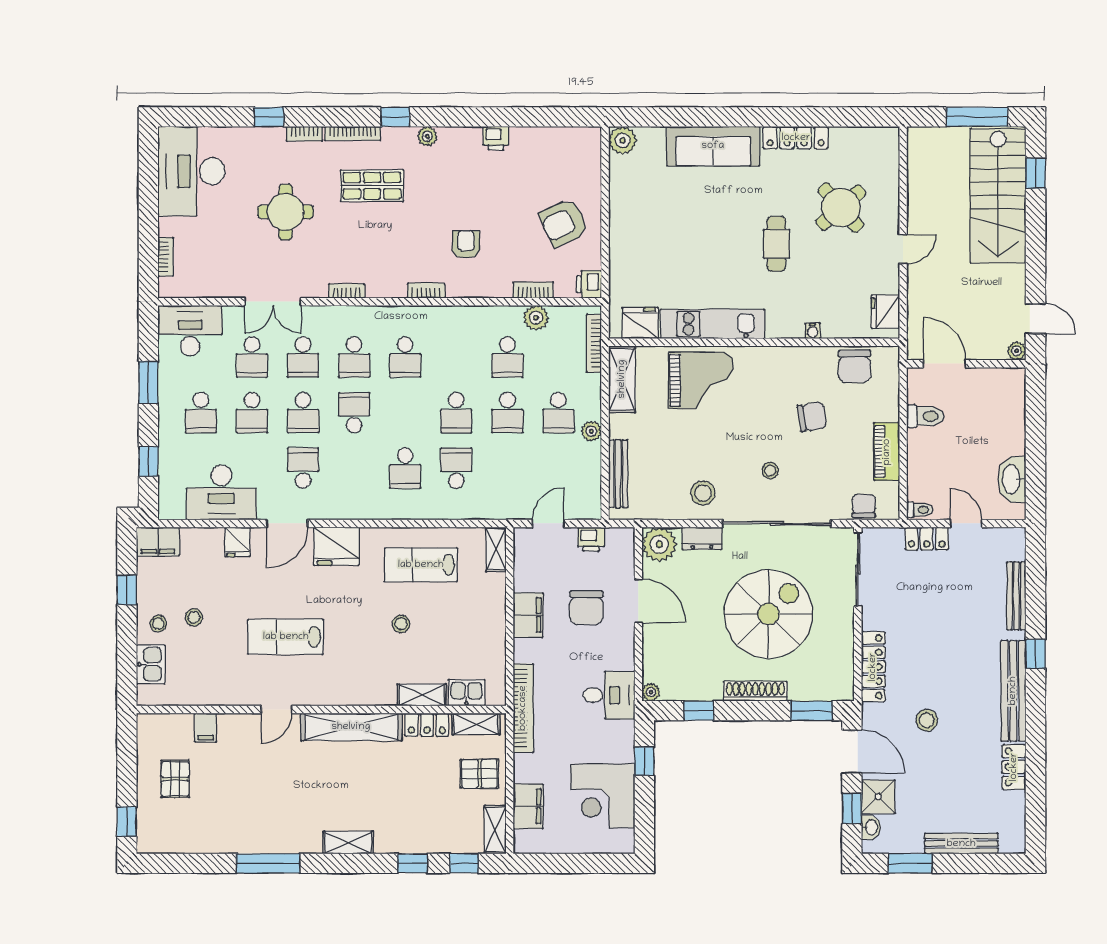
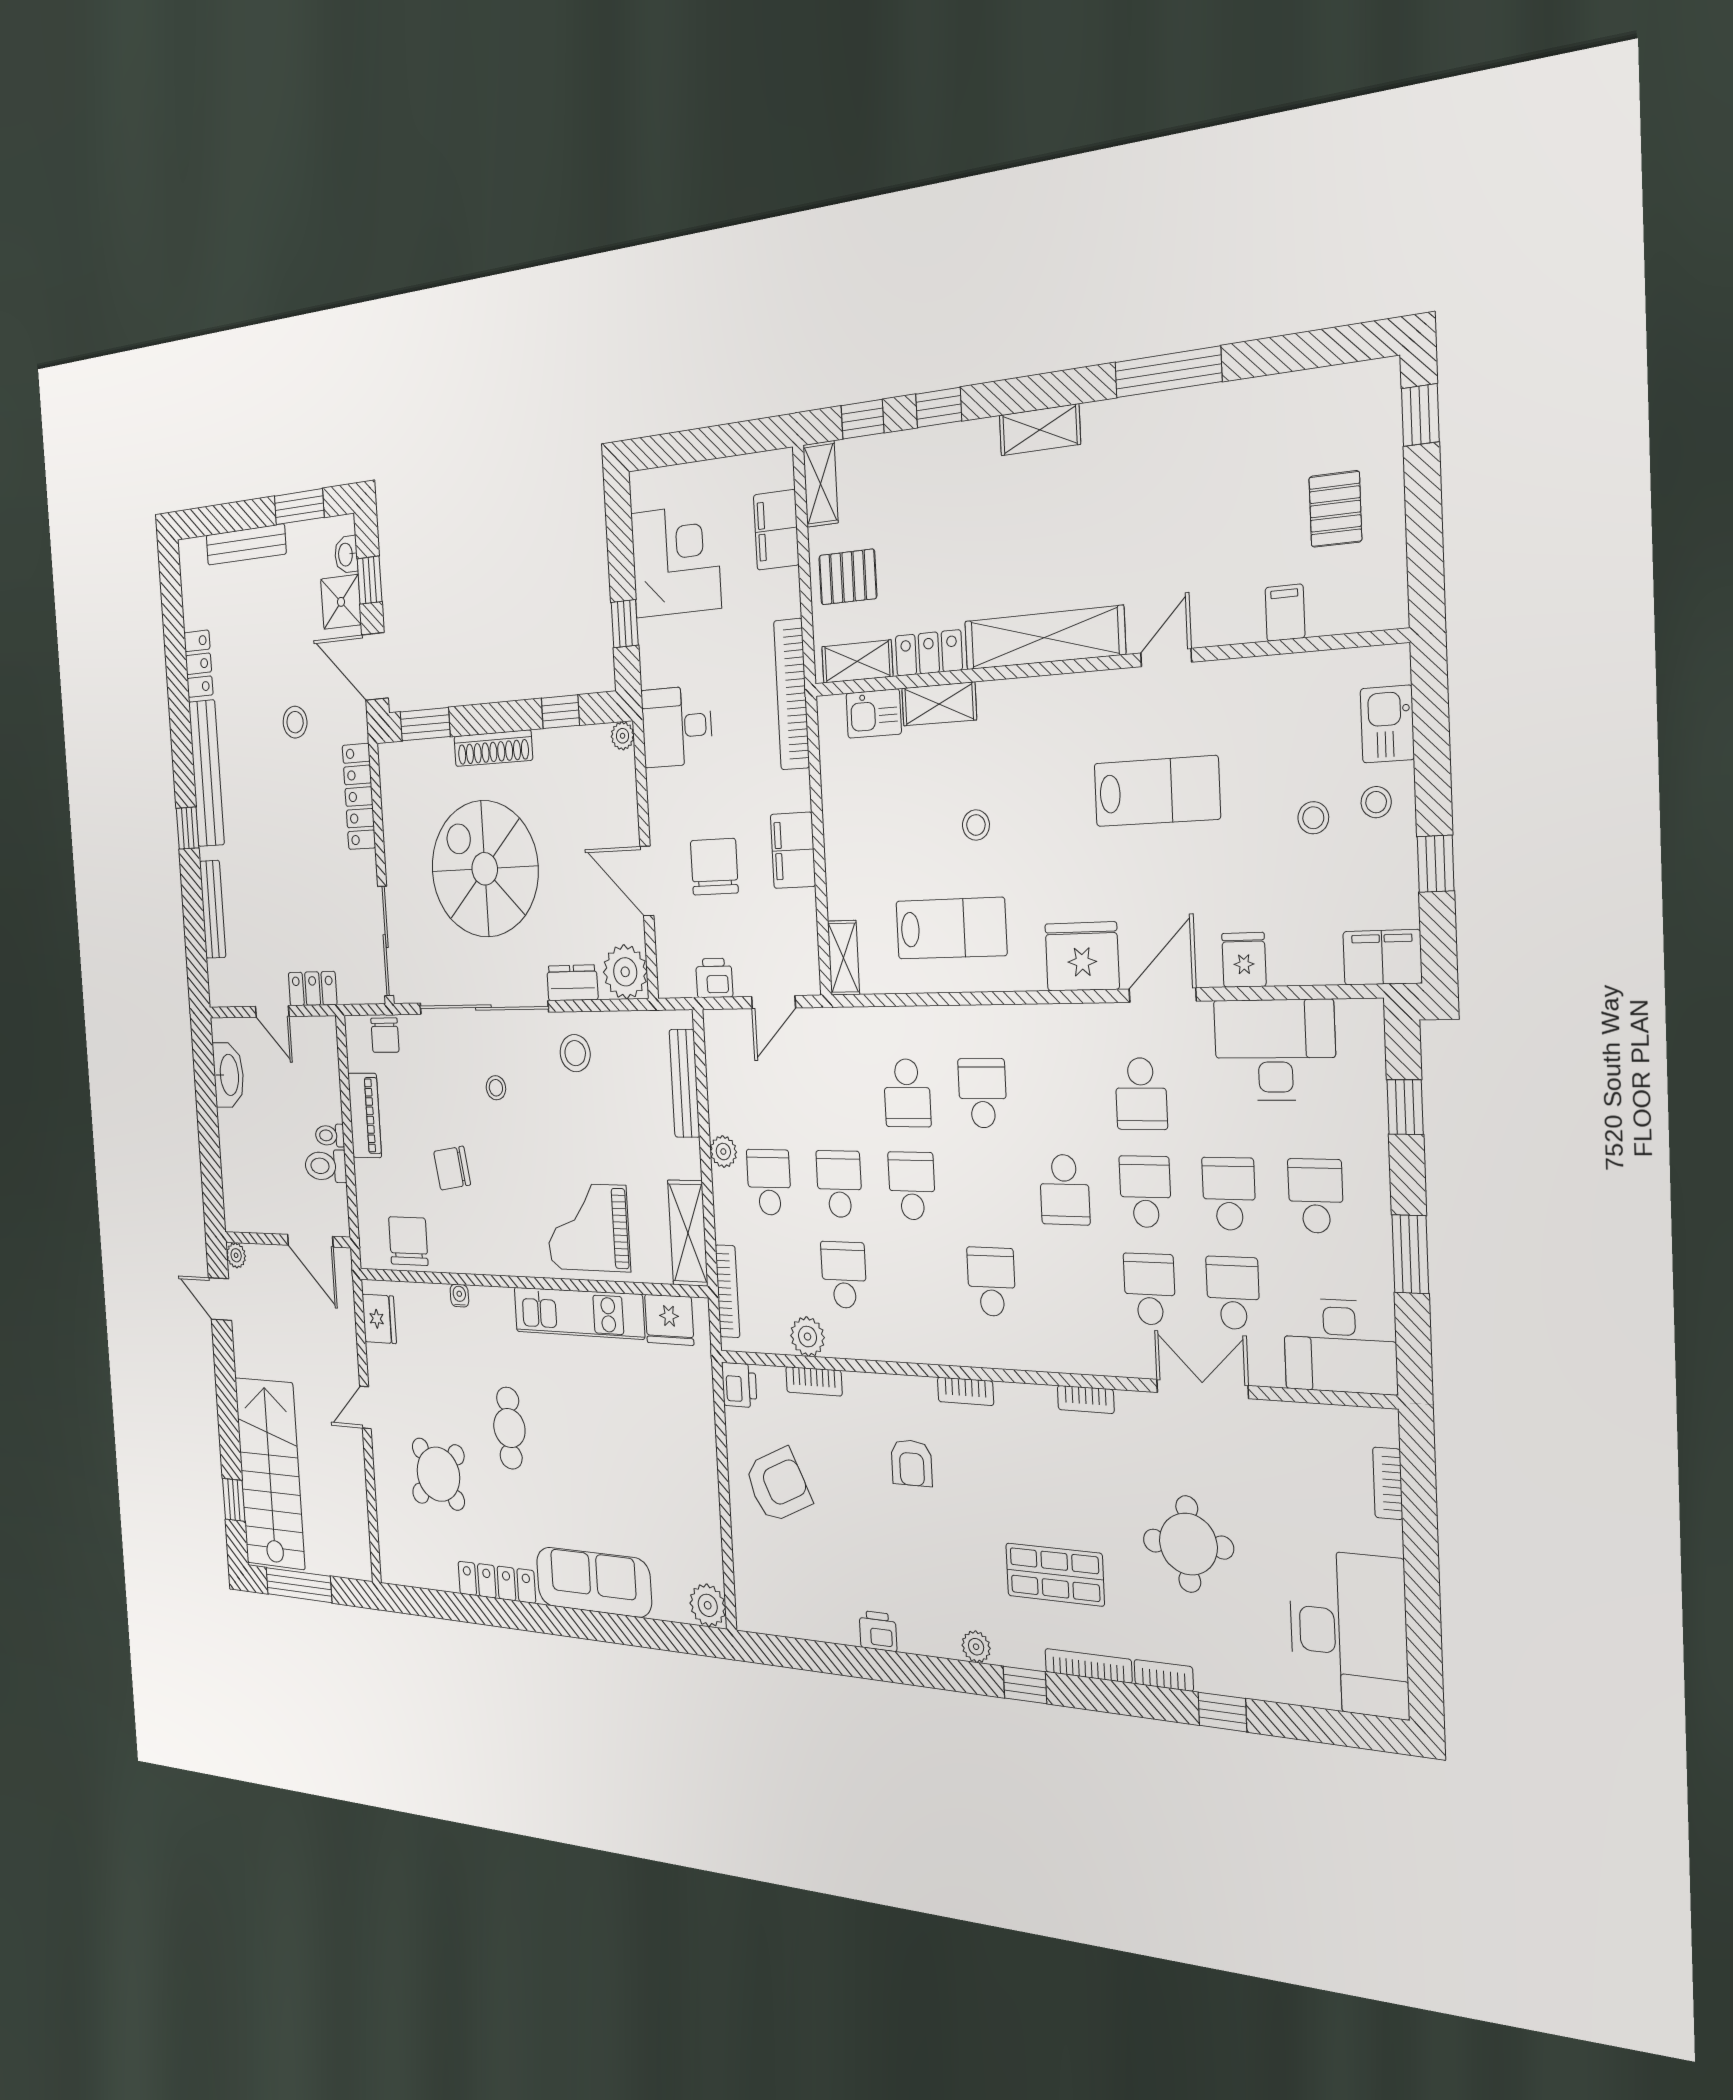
school desk: (354, 357) -> (1069, 1285), removed
toilet: (920, 510) -> (330, 1135), moved
spiral stairs: (768, 614) -> (485, 869), turned 90

